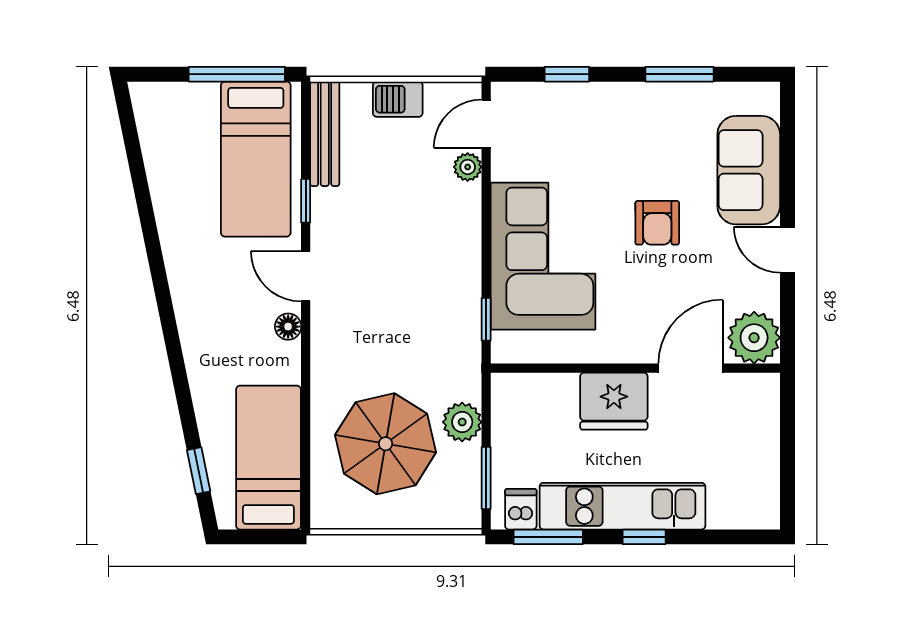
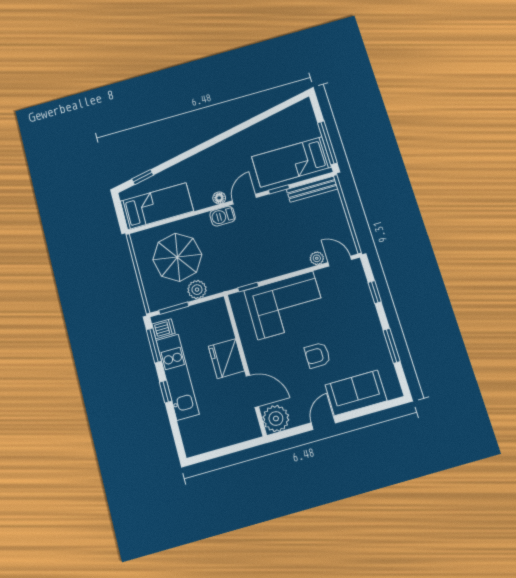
barbecue: (398, 99) -> (223, 216), moved, turned -90

